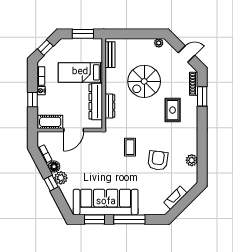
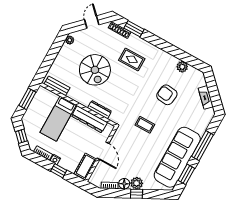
coffee table: (130, 147) -> (145, 125), moved

